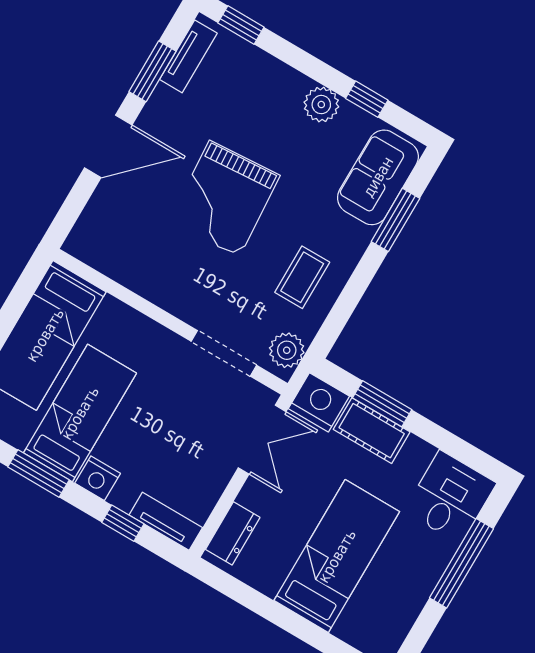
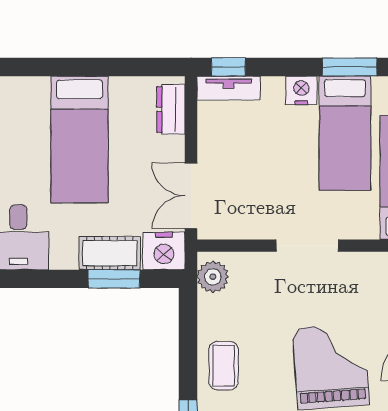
coffee table: (302, 277) -> (224, 366), moved
doorway: (224, 353) -> (307, 246), moved
window: (123, 523) -> (228, 67), moved

